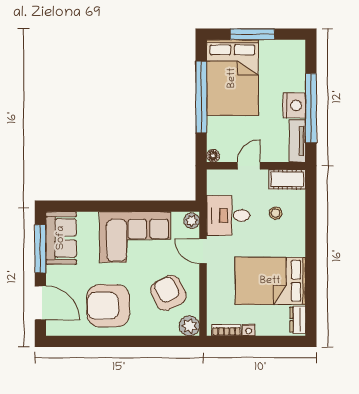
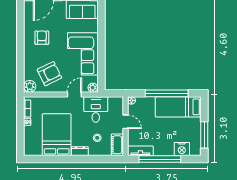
window: (252, 34) -> (204, 135), moved
bed: (232, 78) -> (178, 107), width x0.67
nightstand: (294, 105) -> (182, 149), moved
armchair: (108, 306) -> (42, 38), width x0.53, depth x0.53
dresser: (298, 320) -> (80, 151), moved

